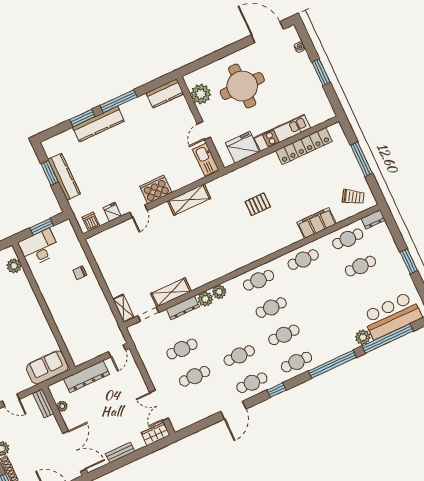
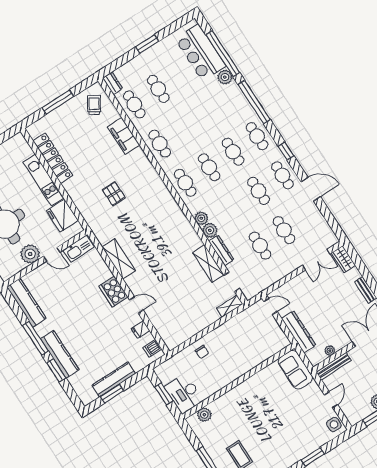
kitchen counter: (165, 93) -> (26, 303), width x1.50
plant: (201, 94) -> (30, 254), moved
bench: (43, 403) -> (334, 366), width x1.36

